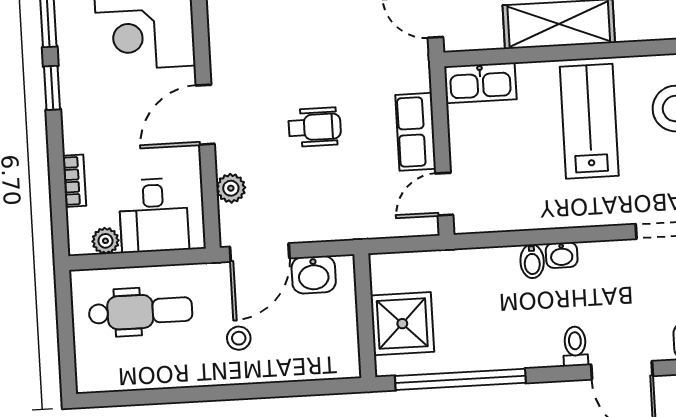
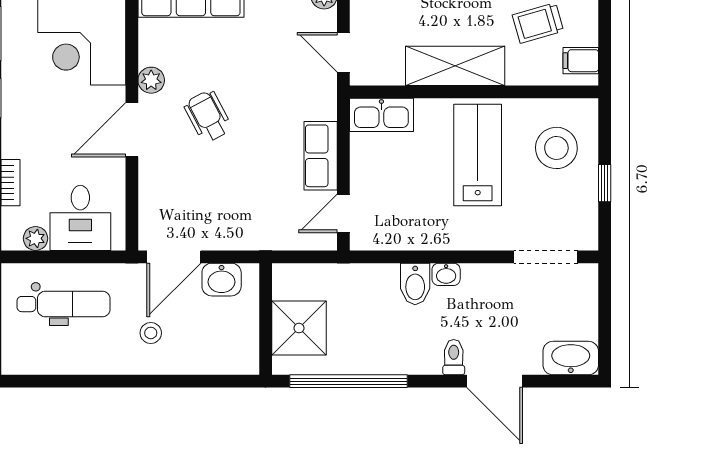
wheelchair: (315, 127) -> (208, 116), moved, turned -118
plant: (231, 188) -> (151, 80), moved
bidet: (532, 261) -> (415, 284), width x1.38, depth x1.36

